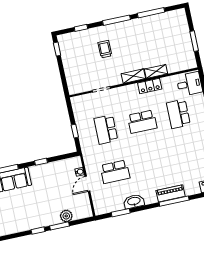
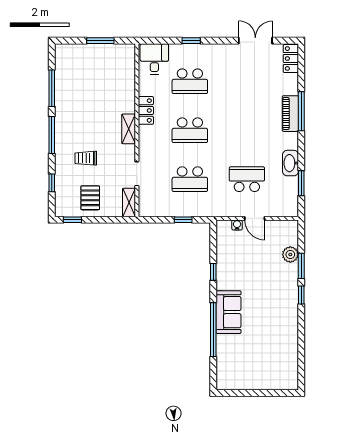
pallet: (76, 59) -> (90, 198), added
shelving: (156, 71) -> (129, 202), moved
school desk: (142, 122) -> (190, 130), turned 90
school desk: (115, 172) -> (247, 179), turned -90

